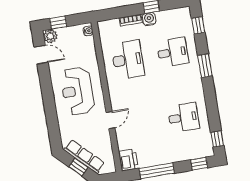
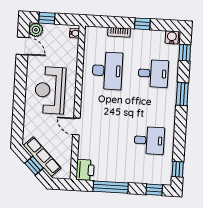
water cooler: (149, 19) -> (172, 37), moved
door: (110, 120) -> (76, 126), swing flipped

